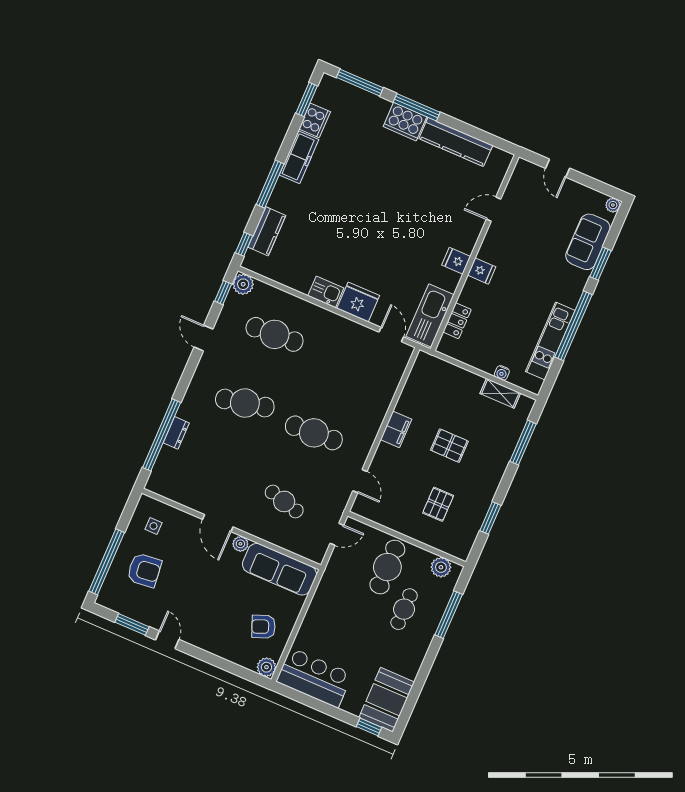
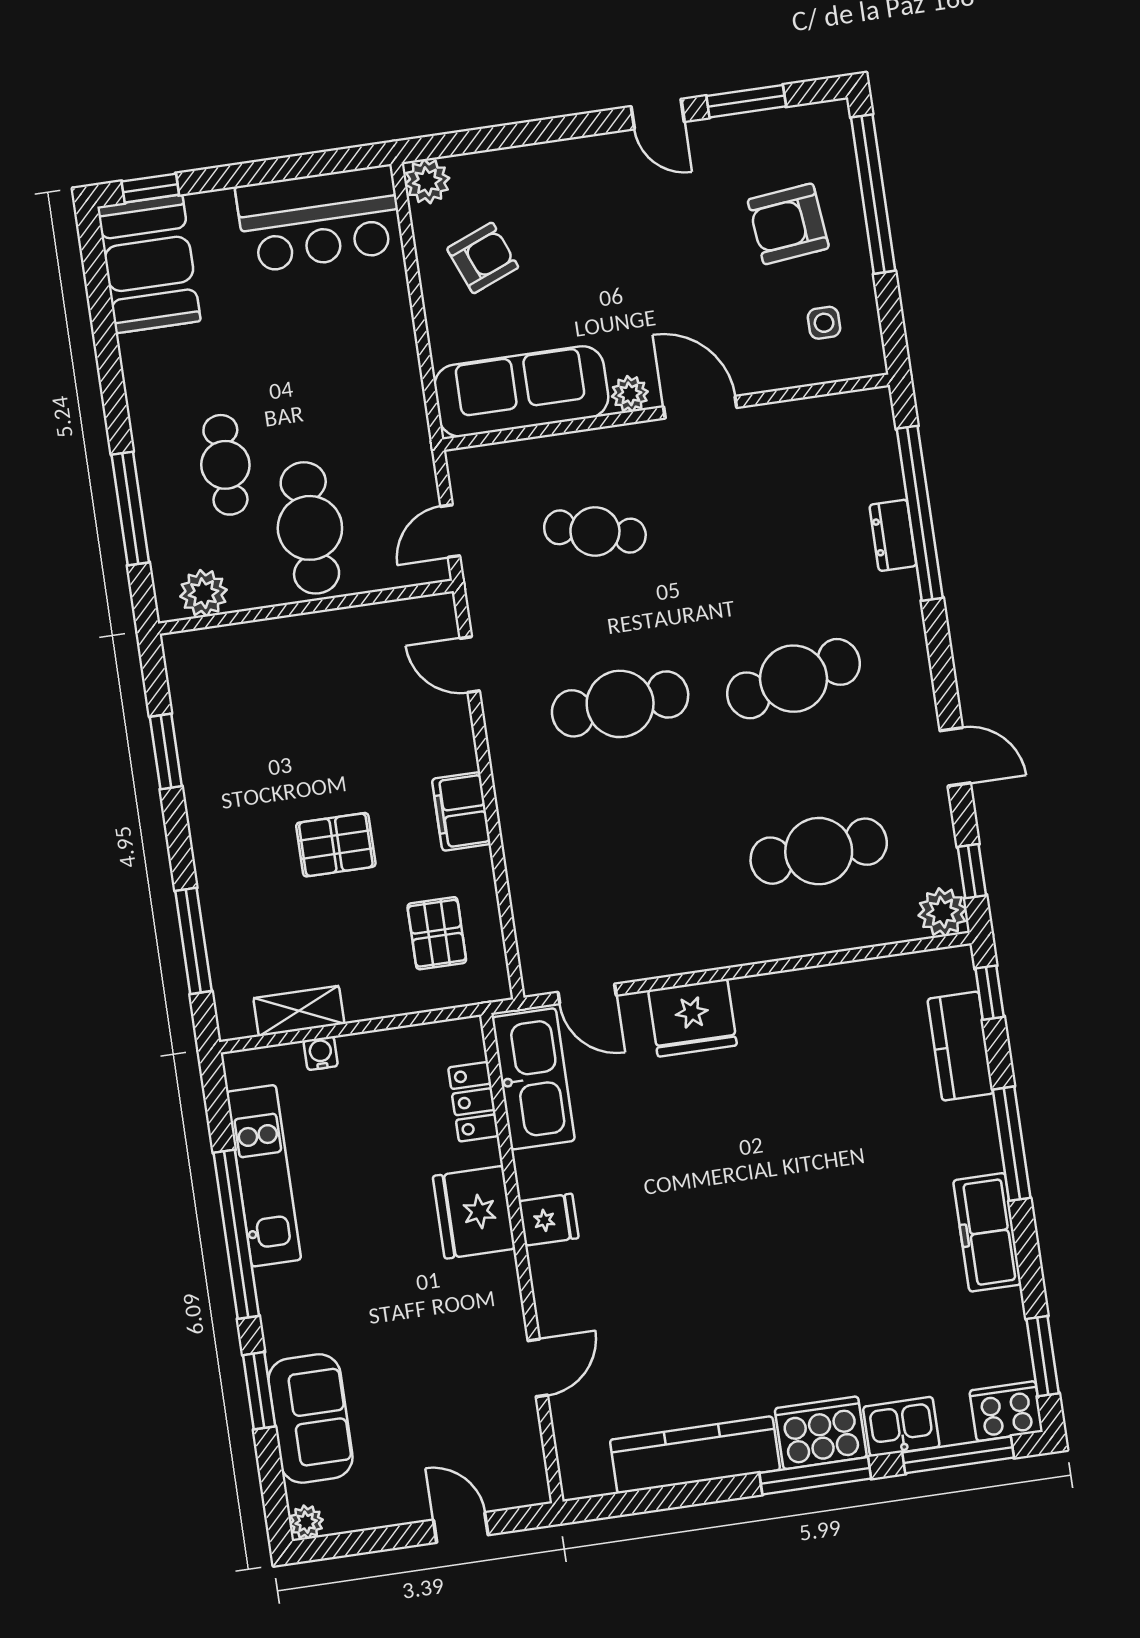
cooker: (315, 120) -> (1006, 1411), moved, turned 90
fridge: (482, 271) -> (474, 1212), width x1.88, depth x1.34
kitchen sink: (326, 292) -> (901, 1427), moved, turned 180
pallet: (438, 504) -> (437, 933), moved

